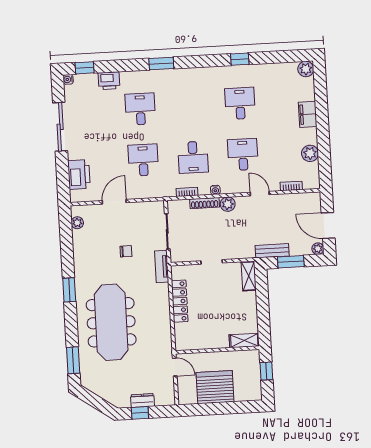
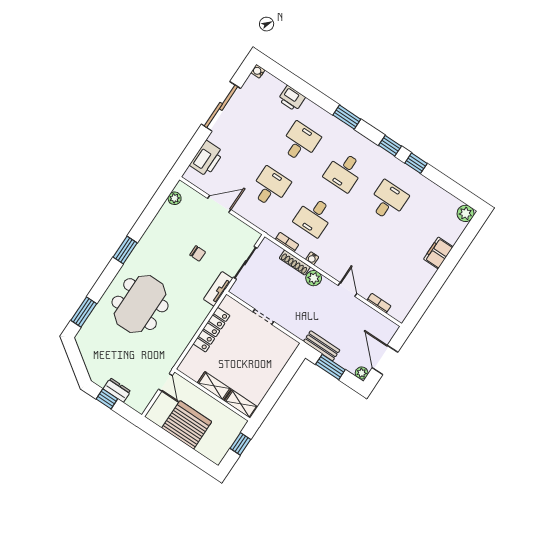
window: (85, 68) -> (390, 146), moved
plant: (310, 153) -> (416, 287), removed
desk: (243, 154) -> (344, 171), moved, turned 180
shelving: (249, 276) -> (214, 386), moved, turned 90
meeting table: (111, 322) -> (140, 304), width x0.73

